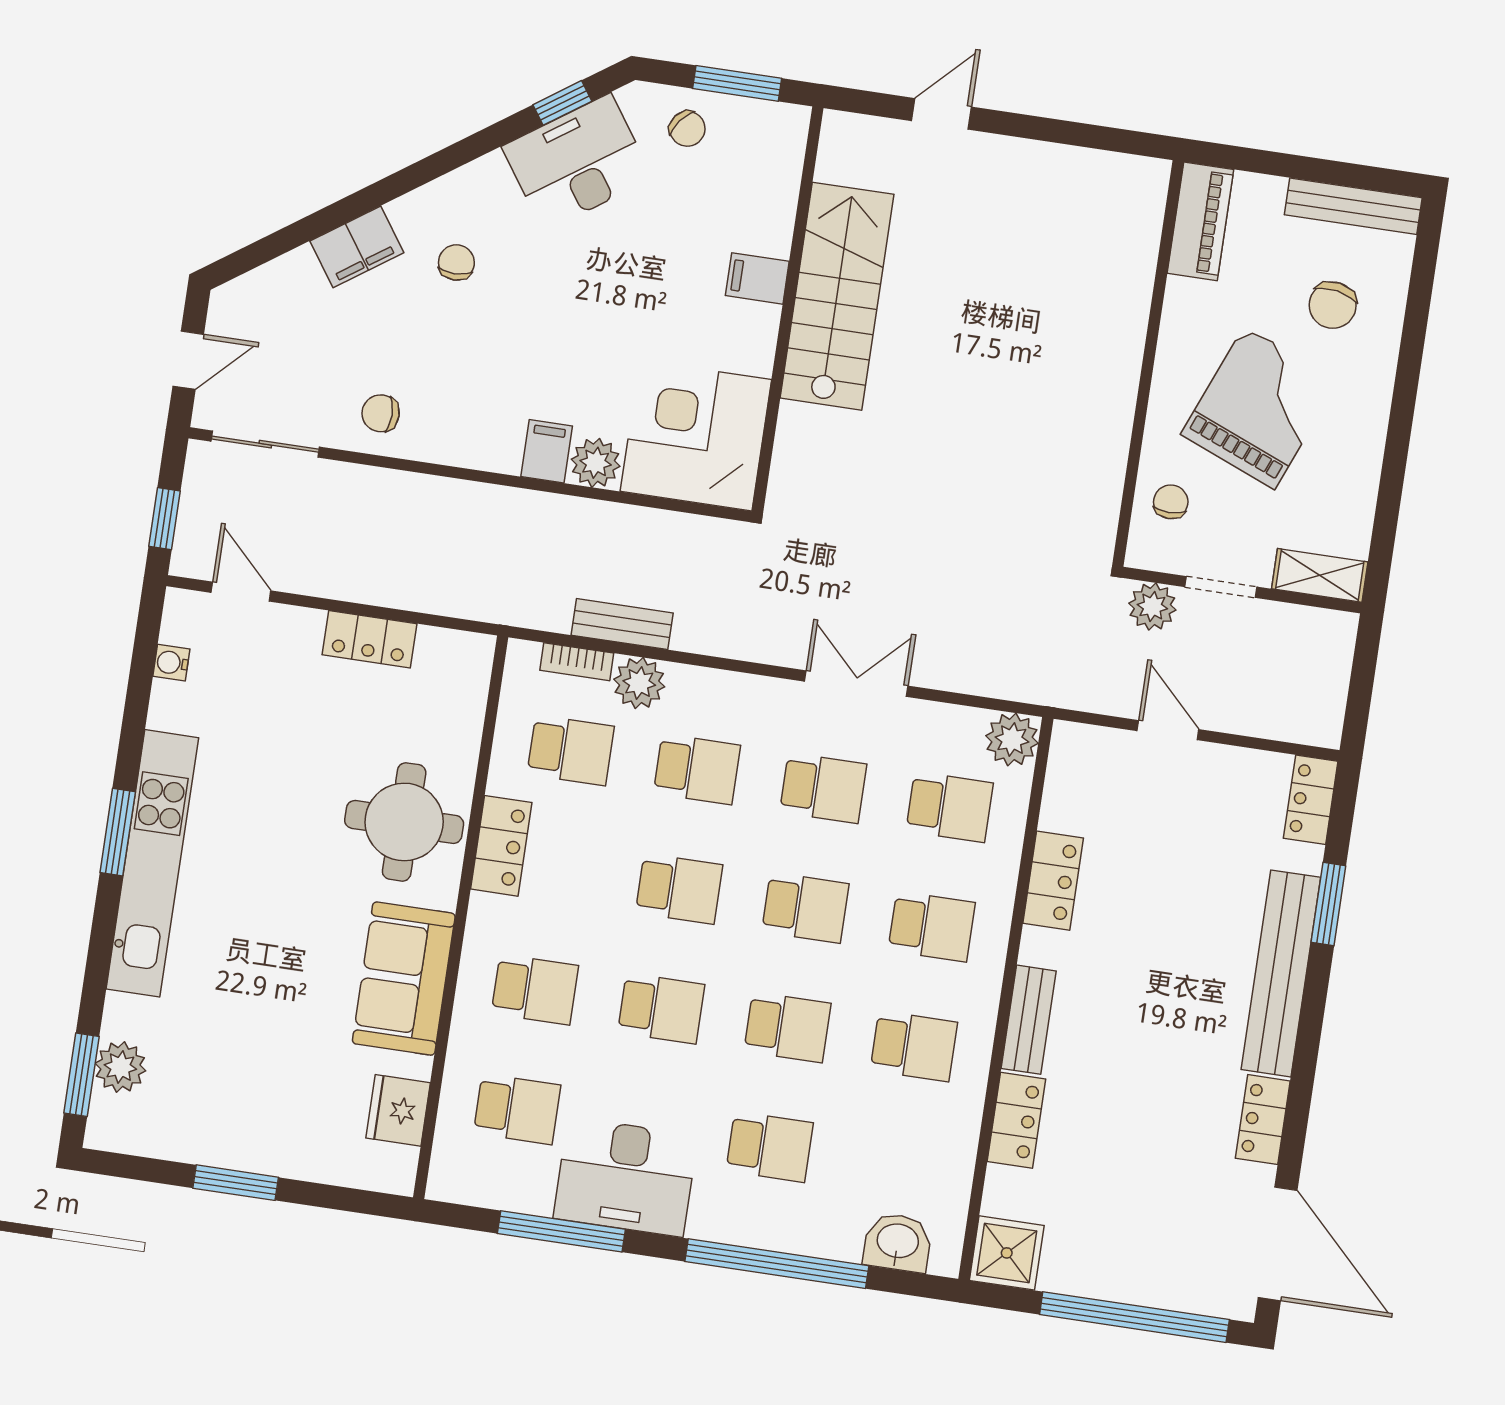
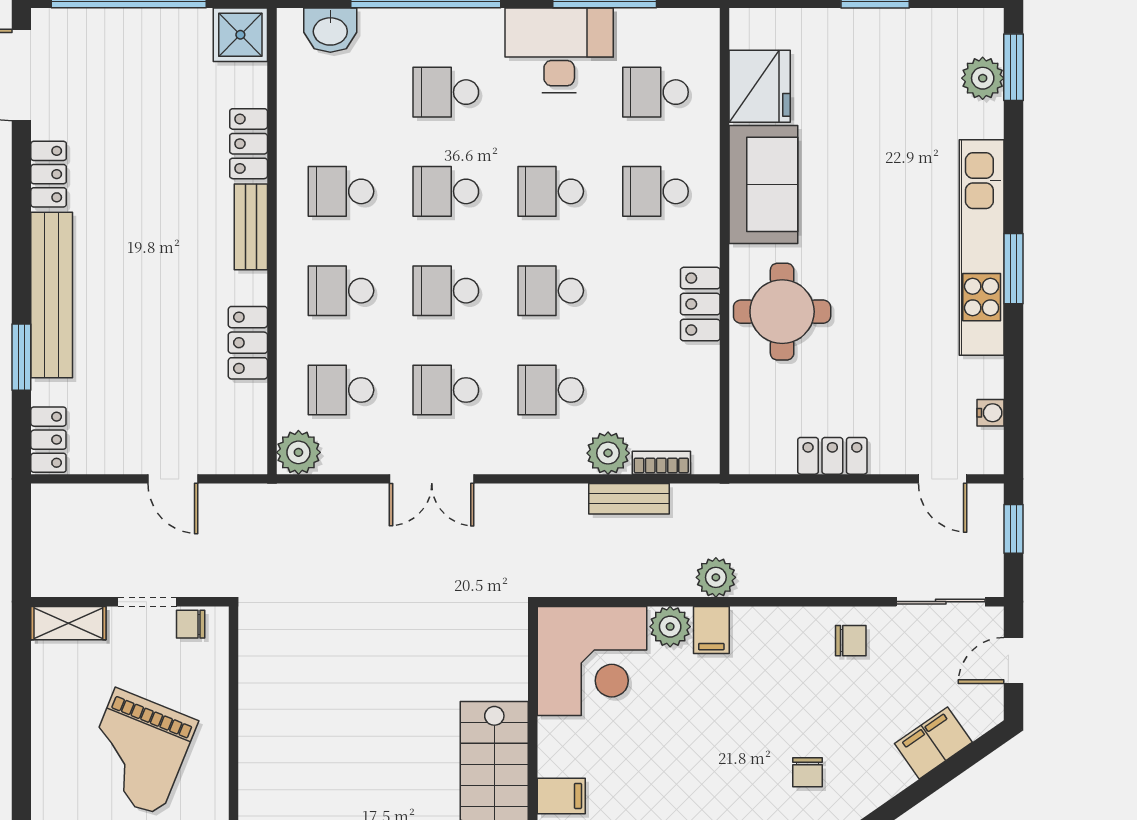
filing cabinet: (357, 247) -> (933, 743), moved
chair: (1171, 502) -> (191, 624), moved, turned 90
plant: (1152, 607) -> (716, 577), moved
school desk: (571, 750) -> (656, 390), removed
fridge: (398, 1110) -> (760, 86), width x1.36, depth x1.34

